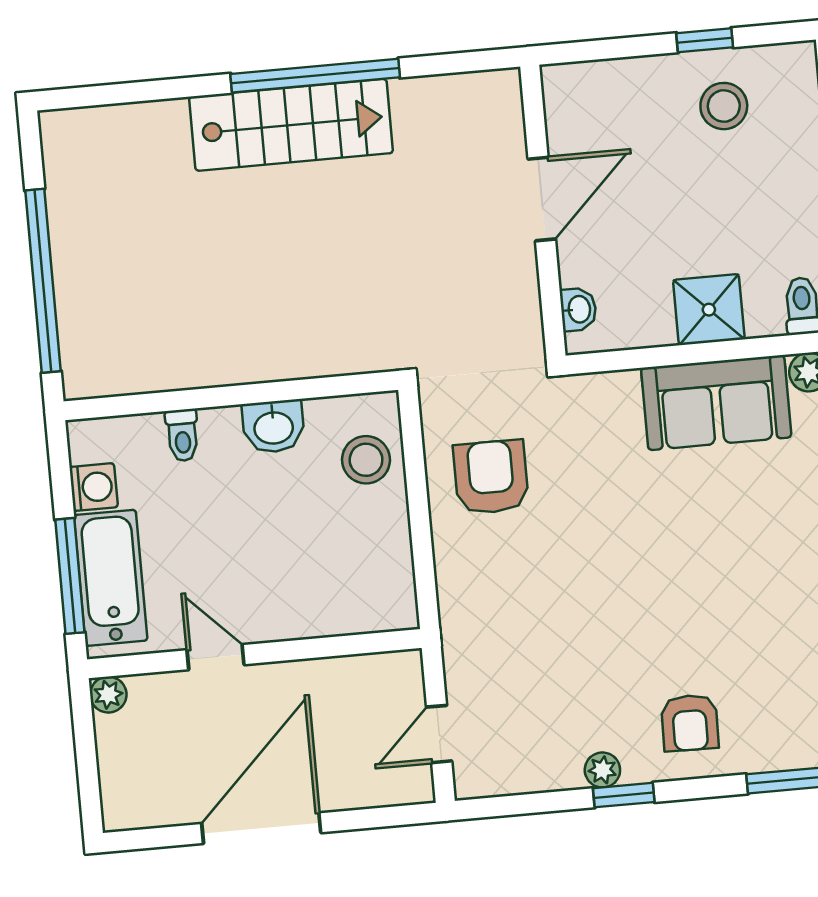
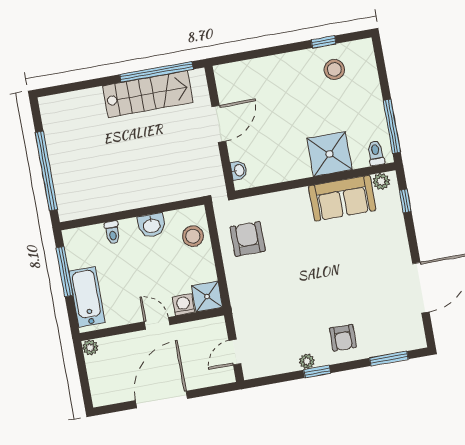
door: (542, 199) -> (219, 124), moved
wall: (543, 211) -> (220, 129), moved
washbasin: (578, 309) -> (239, 170), moved
shower: (709, 310) -> (330, 154), width x1.36, depth x1.36
washing machine: (94, 487) -> (183, 305), moved, turned -90
window: (70, 576) -> (64, 272), moved
shower: (386, 601) -> (207, 296), added
door: (216, 657) -> (157, 323), moved

